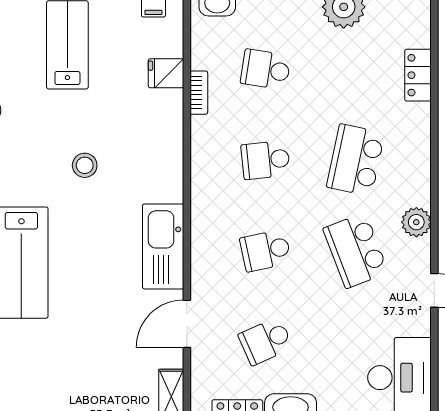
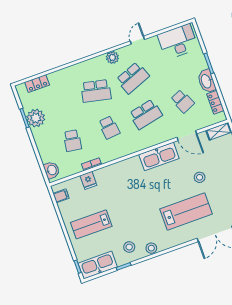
locker: (418, 75) -> (37, 84), moved
stool: (85, 165) -> (200, 177), moved
school desk: (266, 251) -> (146, 114), width x1.85

